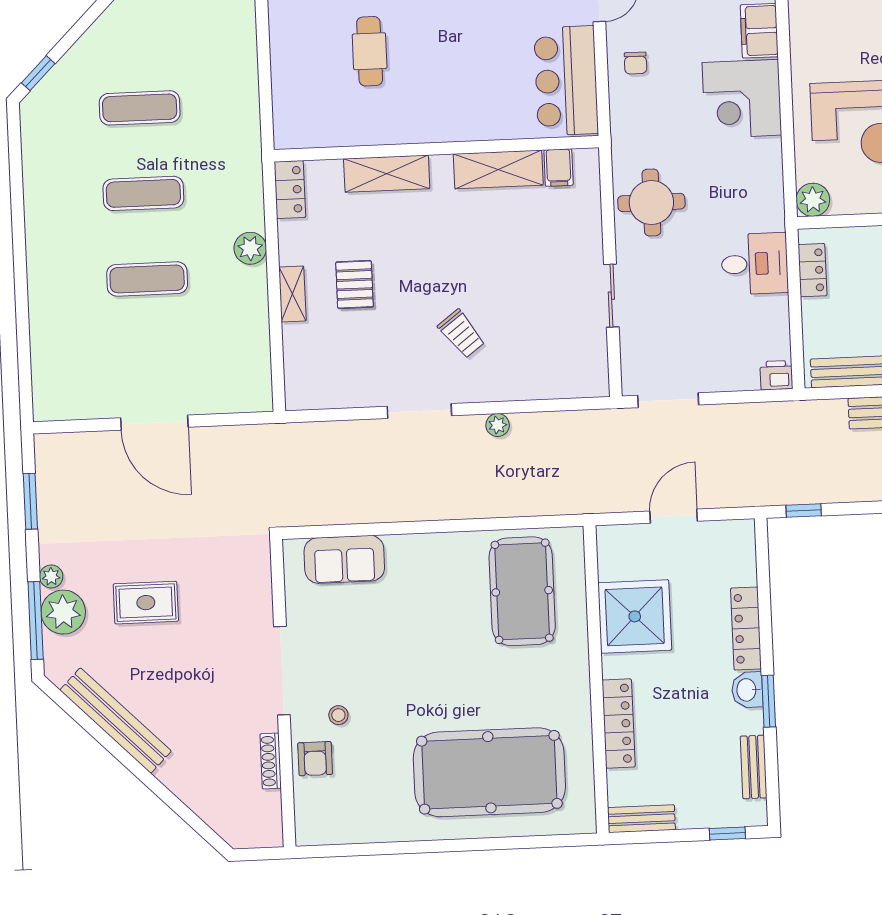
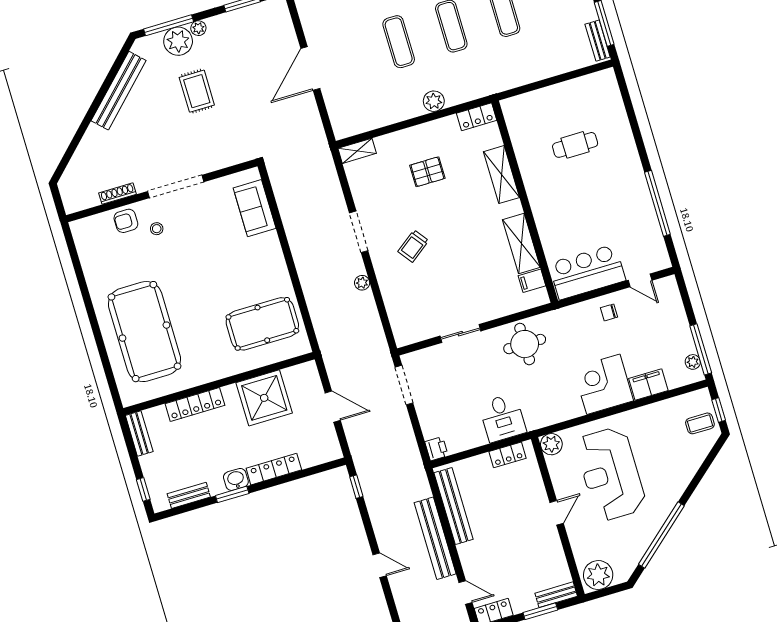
shelving: (292, 294) -> (357, 151), moved

